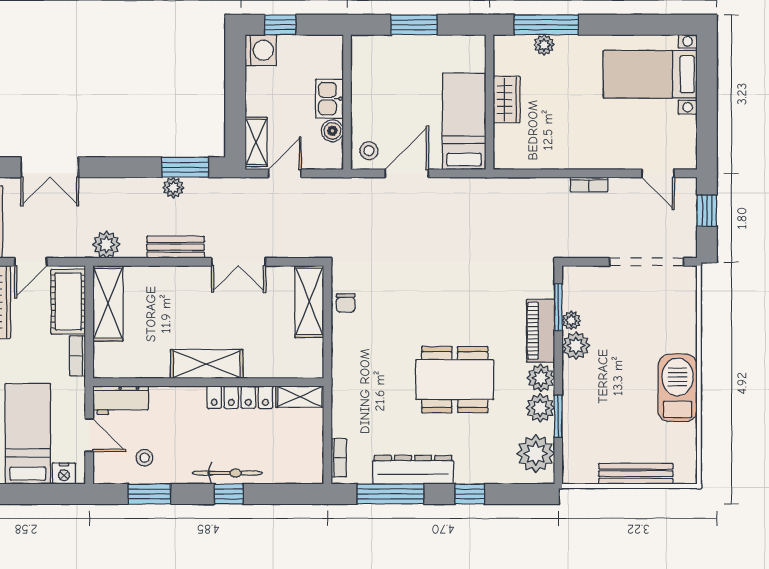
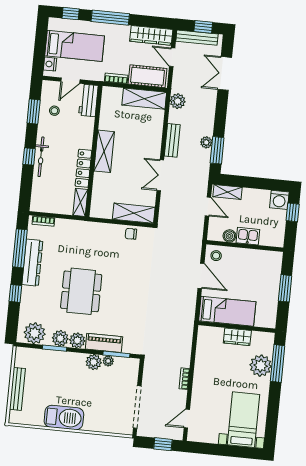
plant: (544, 45) -> (261, 366), width x1.88, depth x1.88

